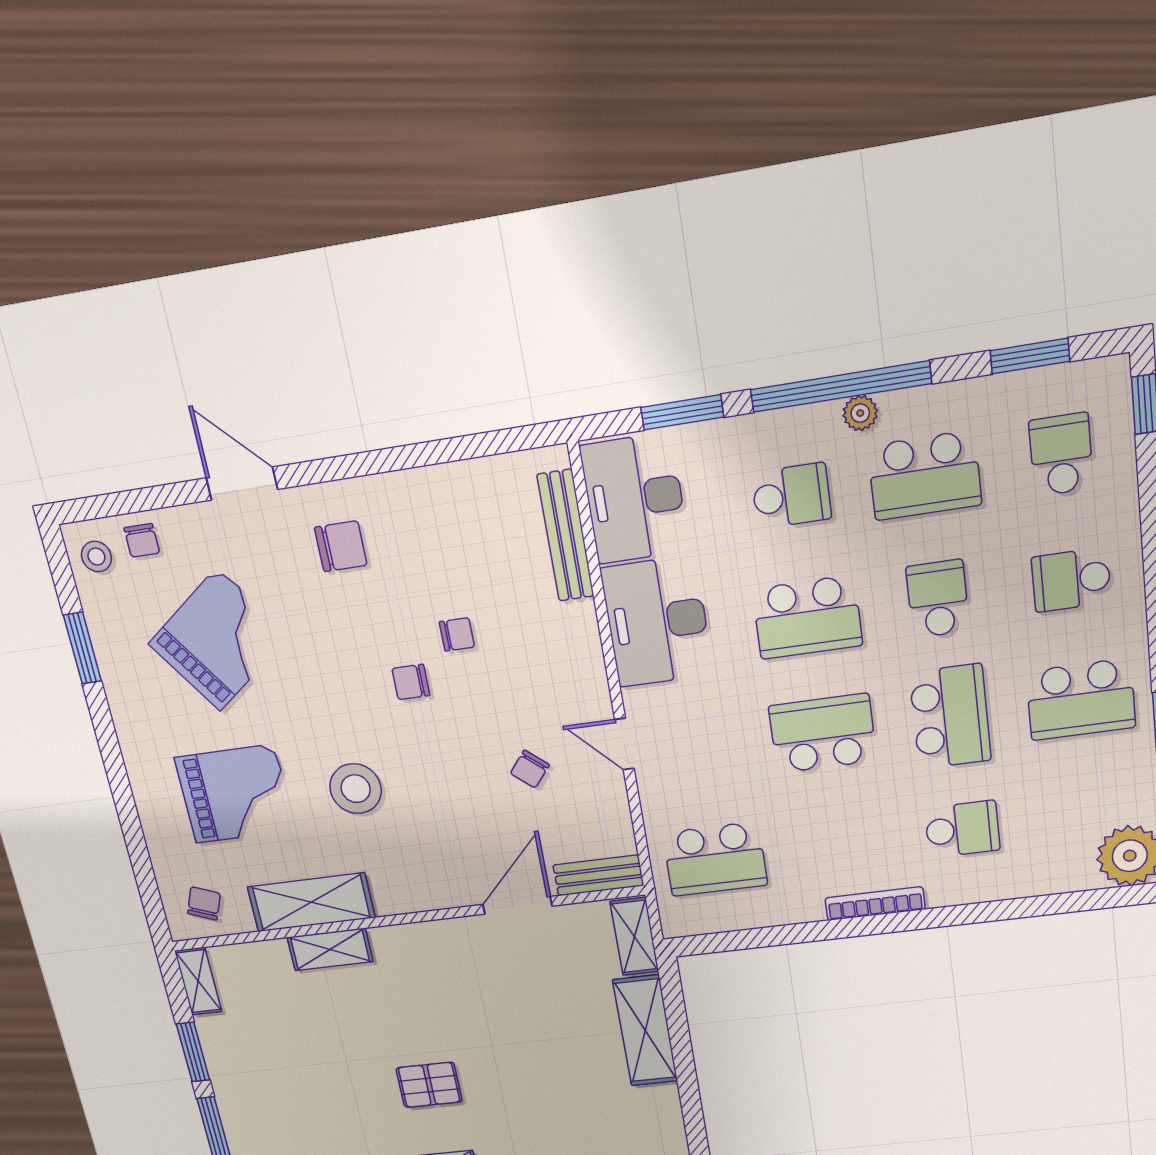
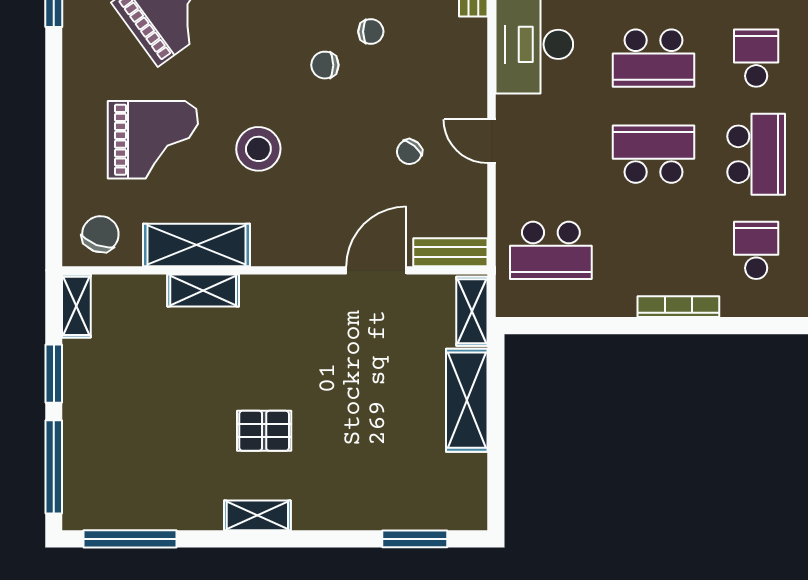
school desk: (962, 829) -> (756, 250), turned -90
chair: (204, 904) -> (100, 234), width x1.37, depth x1.37

